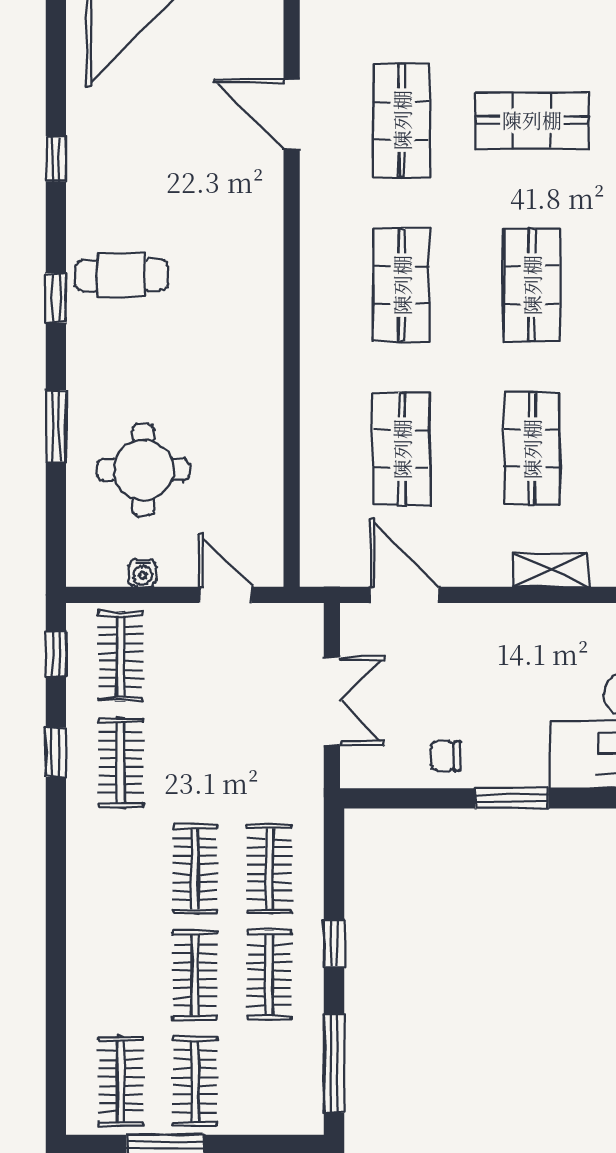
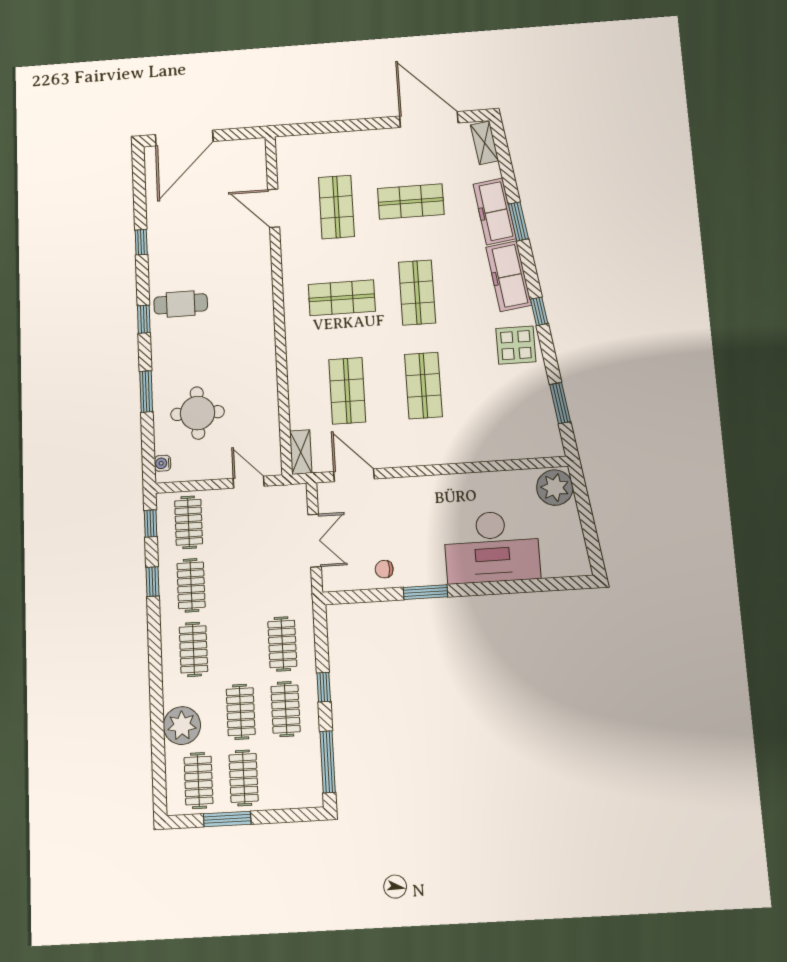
shop shelf: (402, 285) -> (342, 298), turned 90
shelving: (551, 570) -> (301, 452), moved, turned 90
water cooler: (143, 573) -> (162, 463), moved, turned 90
clothes rail: (195, 869) -> (193, 649), moved
plant: (97, 992) -> (182, 726), added

